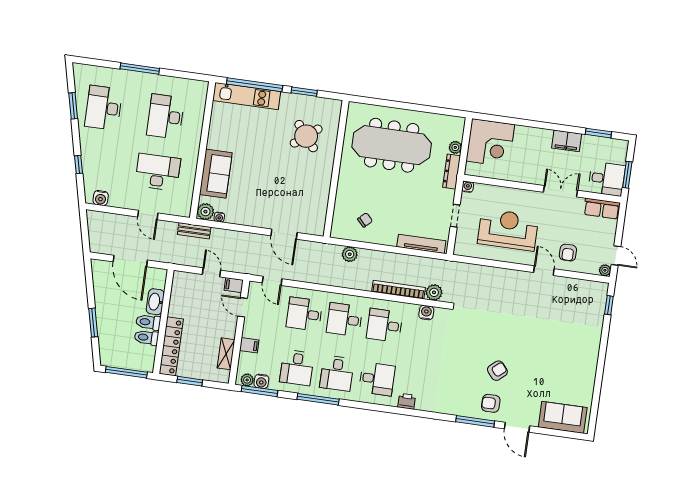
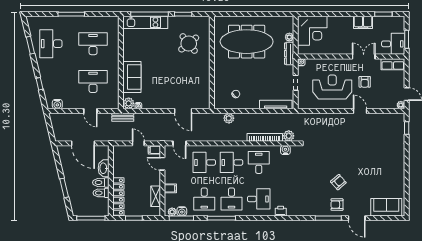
desk: (166, 117) -> (93, 44), turned 90
armchair: (568, 253) -> (365, 82), moved
desk: (385, 325) -> (259, 162), turned 90

